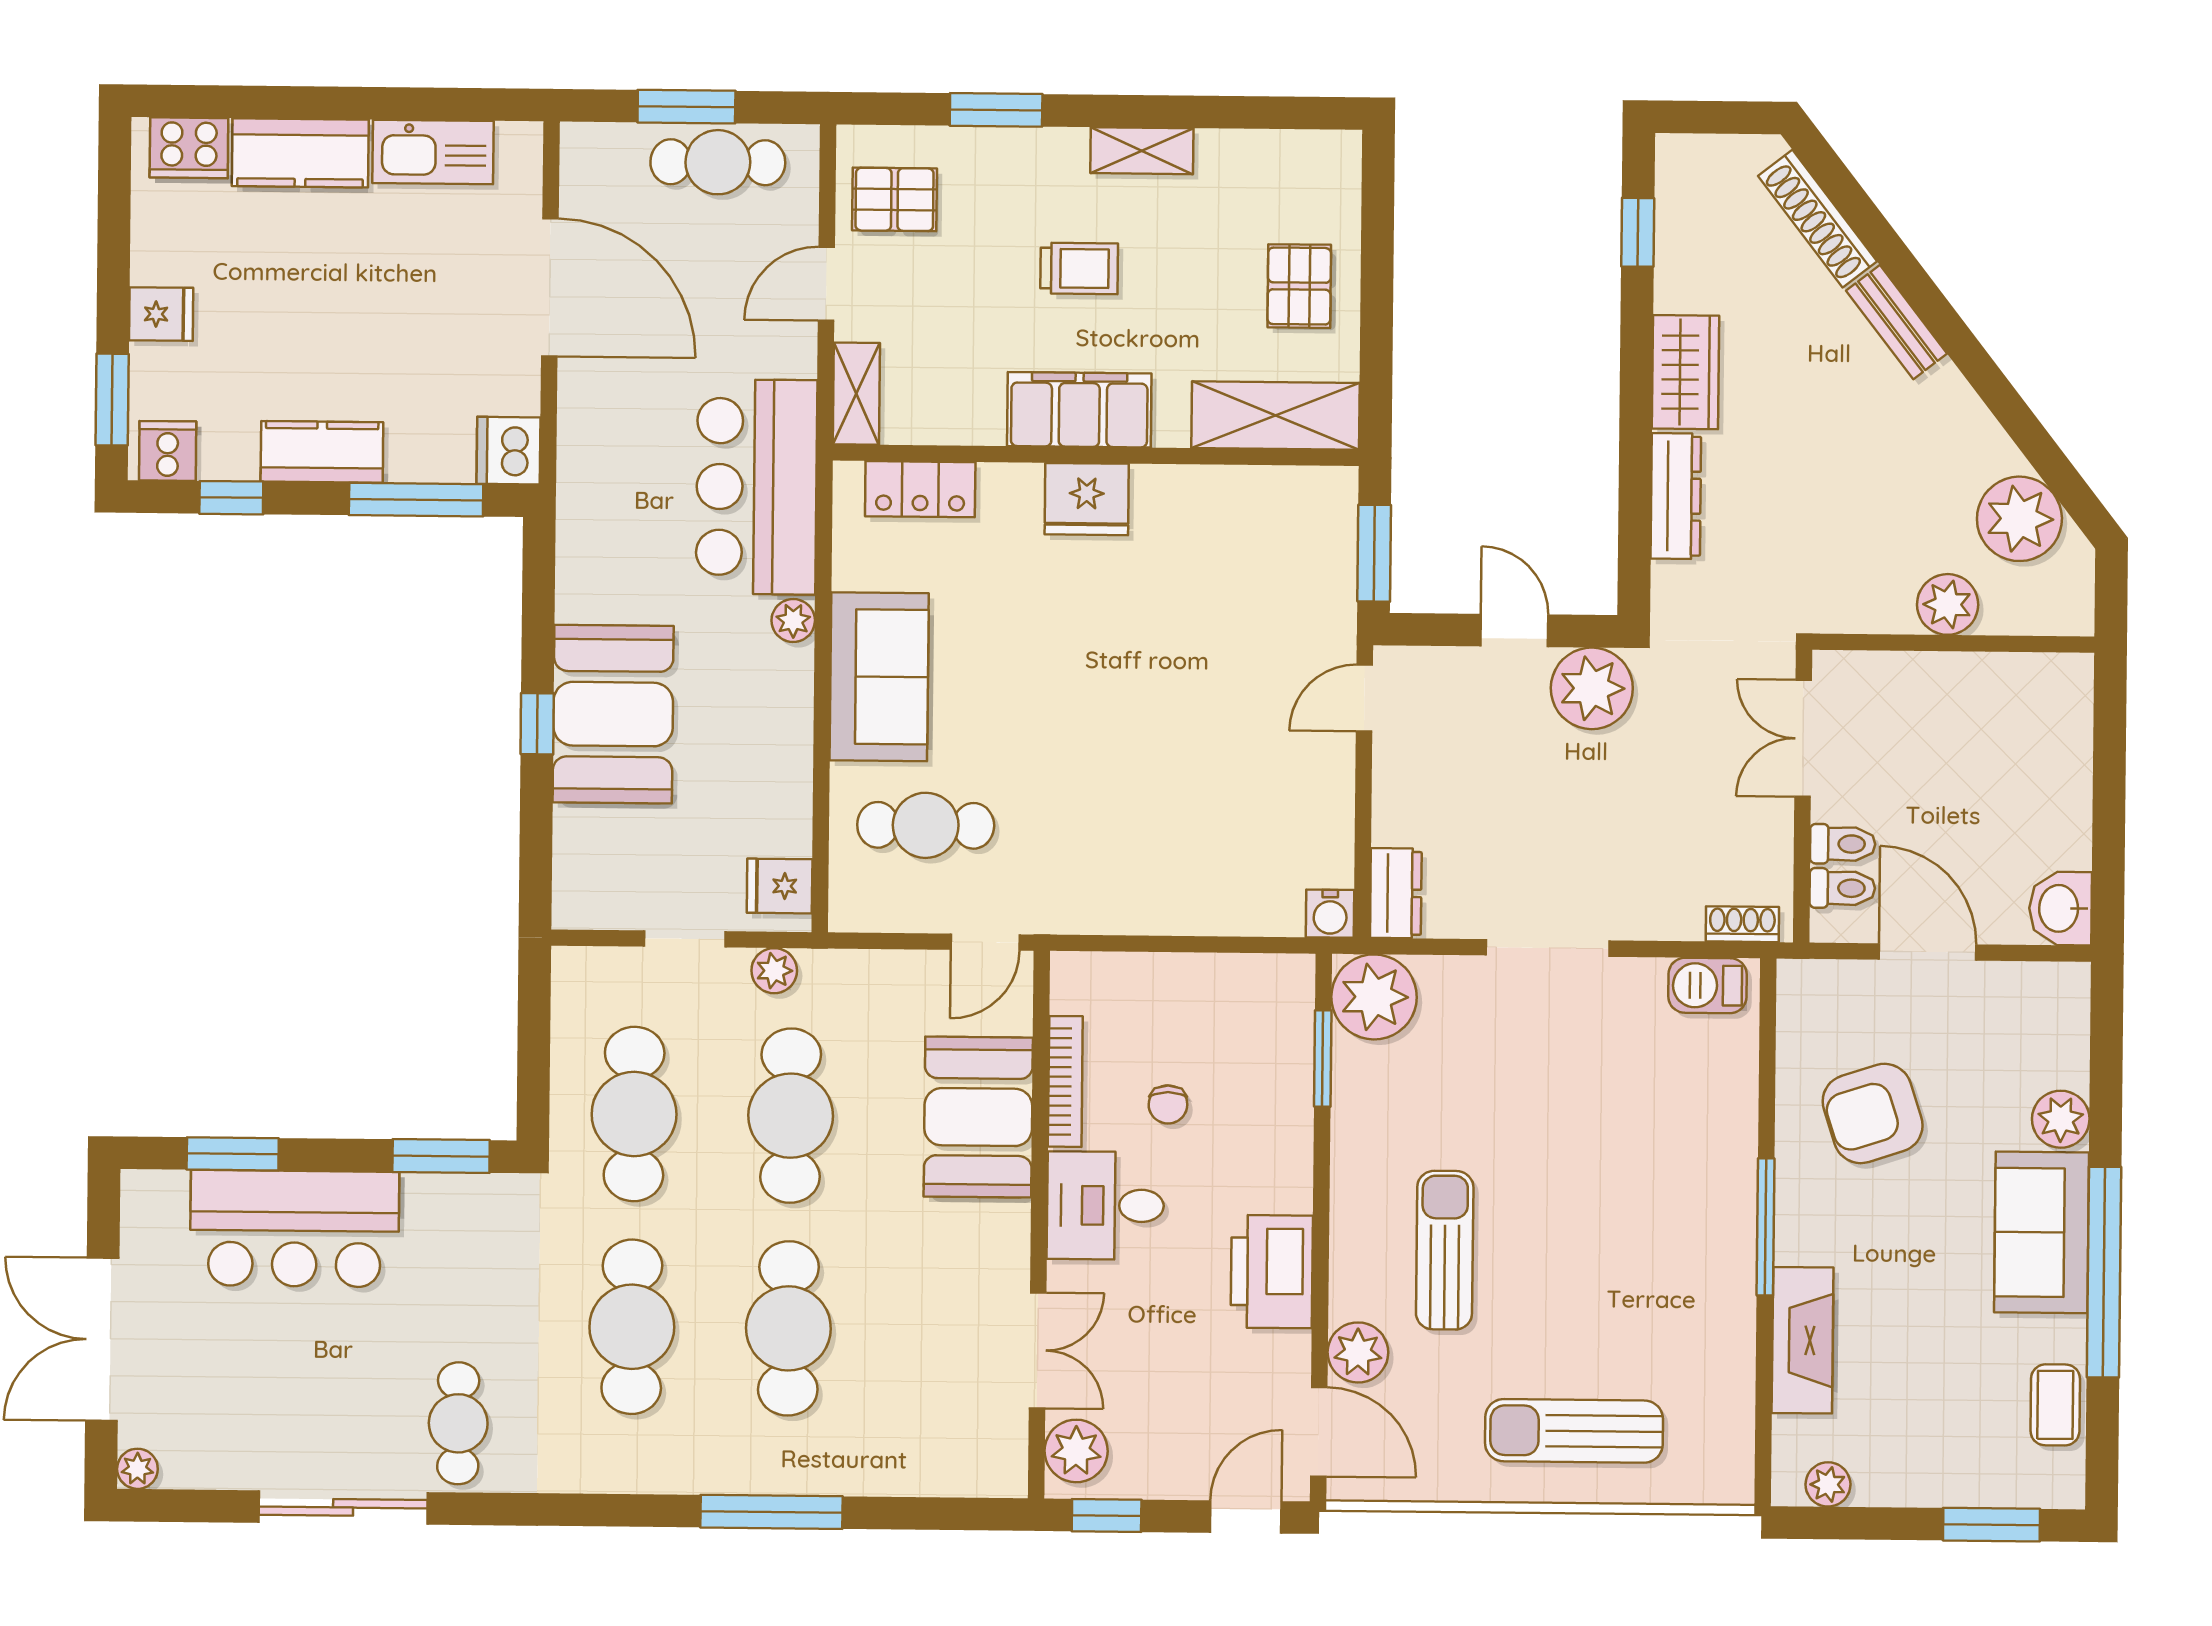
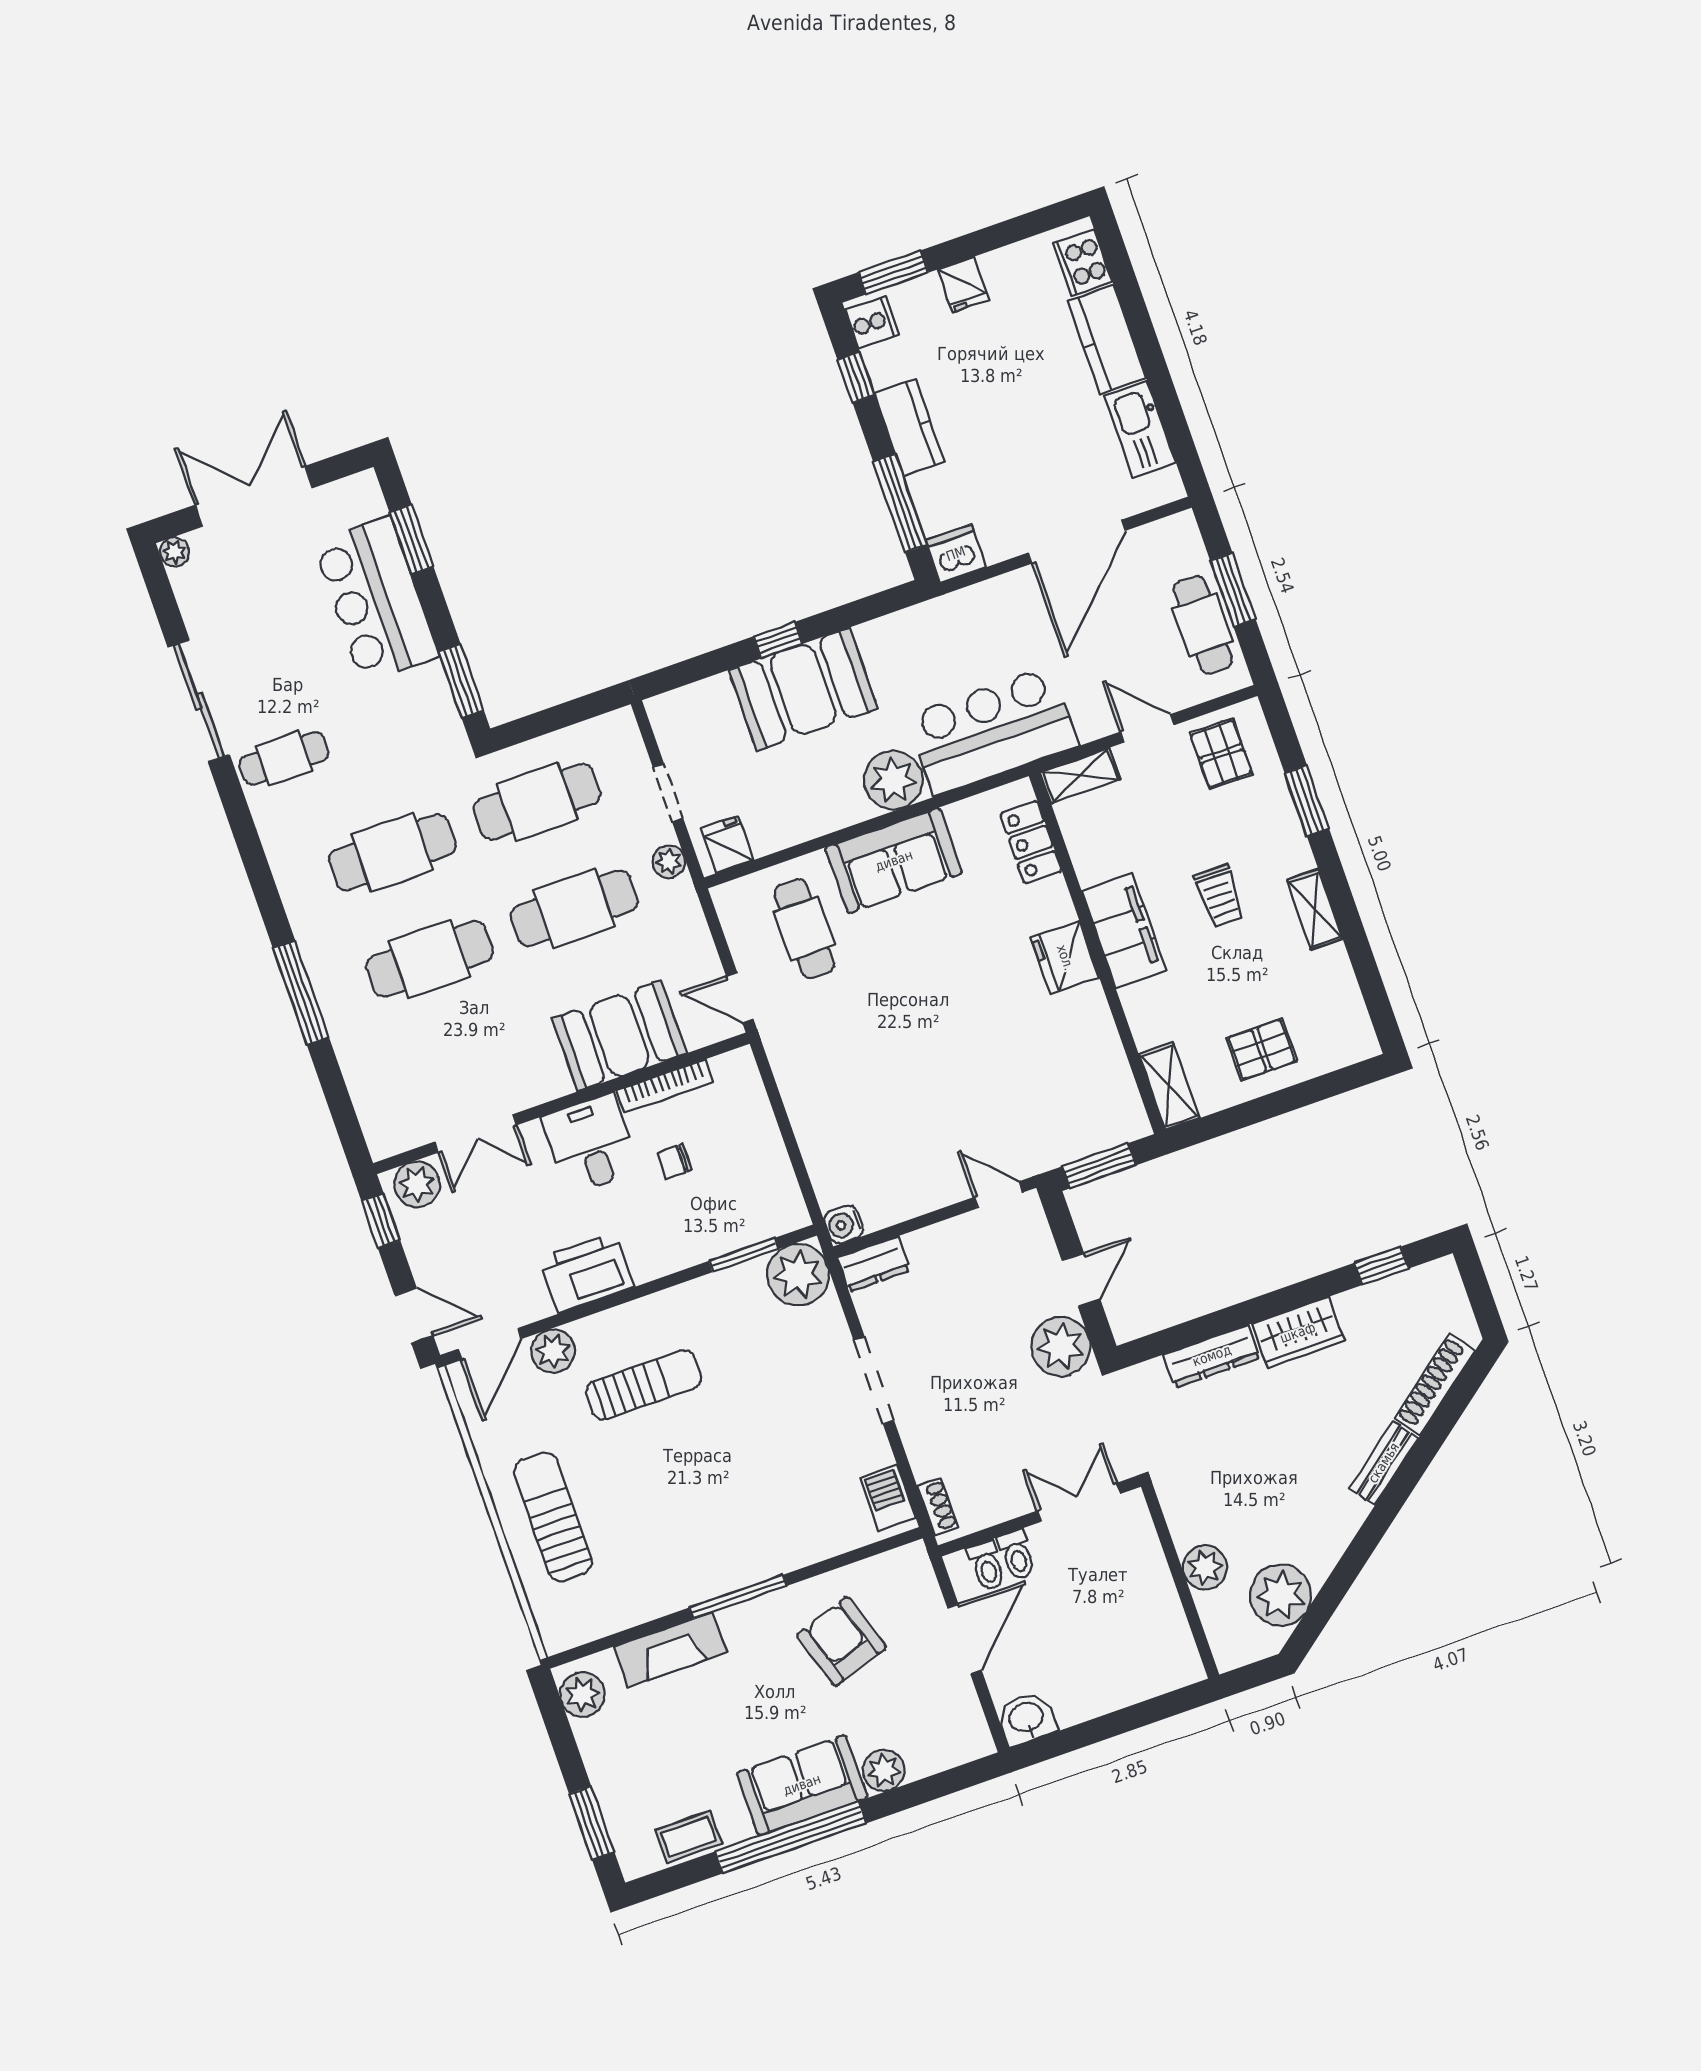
shelving: (1276, 415) -> (1169, 1086), width x0.67, depth x0.75
plant: (793, 621) -> (893, 780), width x1.87, depth x1.87
plant: (1828, 1484) -> (583, 1695), width x1.38, depth x1.38

